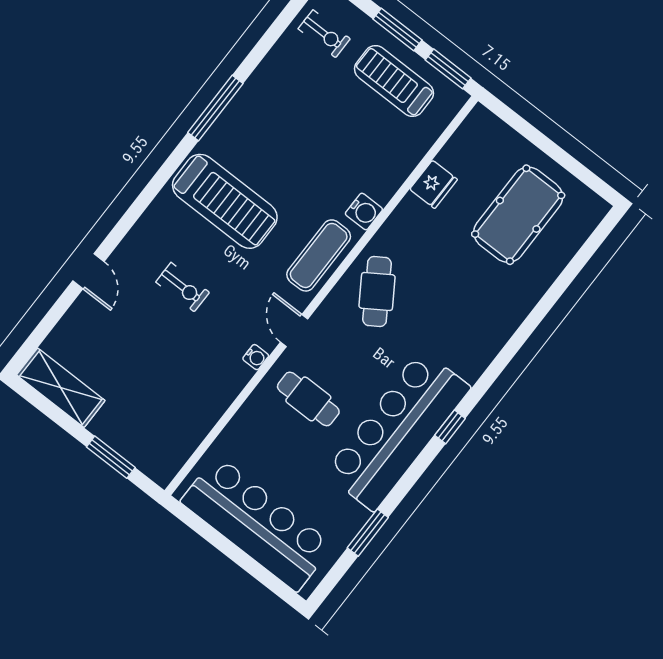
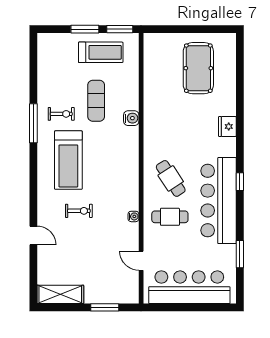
exercise bike: (324, 34) -> (61, 114), moved
treadmill: (394, 81) -> (101, 52), turned 180
fridge: (434, 184) -> (227, 126), moved, turned 180
treadmill: (225, 201) -> (68, 160), turned 90
exercise mat: (319, 255) -> (96, 101), moved
cafe table: (377, 292) -> (171, 178), moved
door: (294, 331) -> (141, 261), moved

